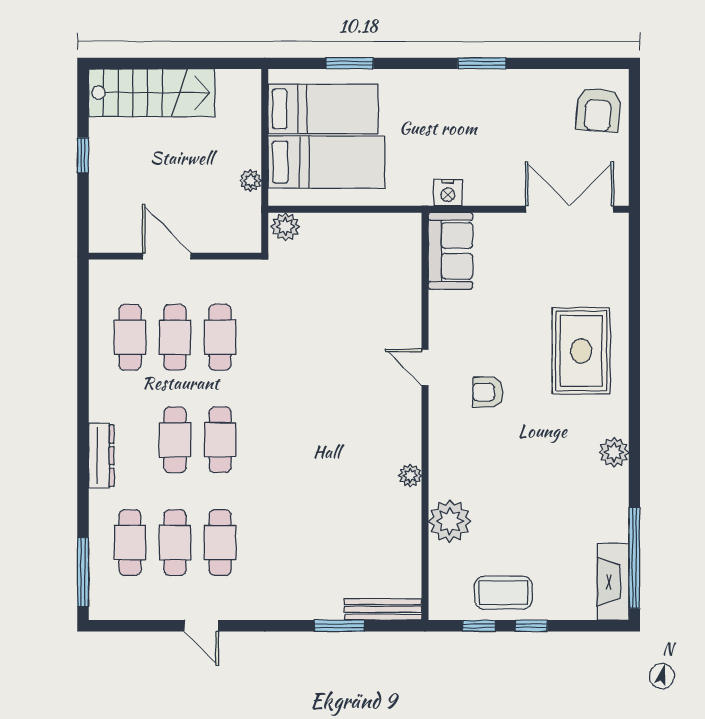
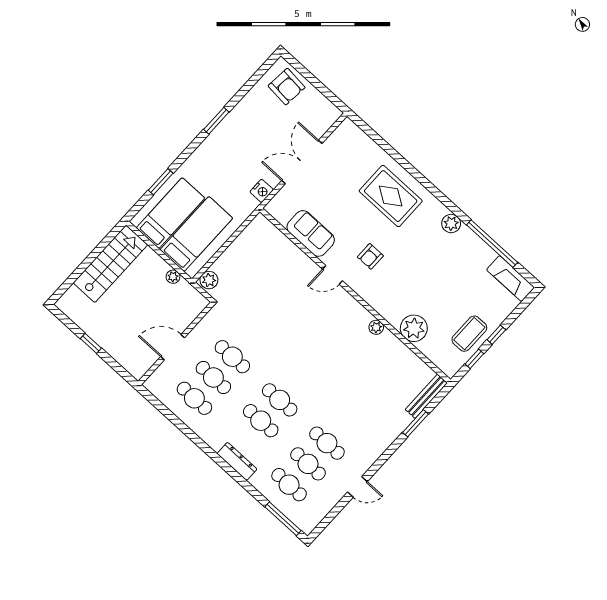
stairs: (152, 93) -> (110, 264), moved
double door: (570, 209) -> (302, 162), moved
sofa: (450, 251) -> (311, 233), moved
window: (634, 558) -> (492, 244), moved

